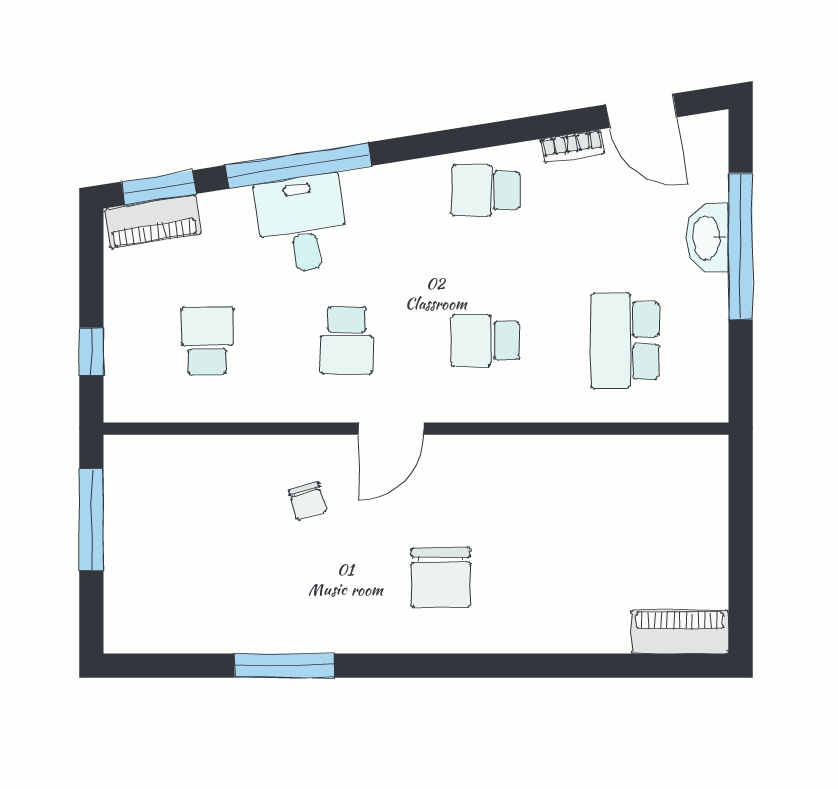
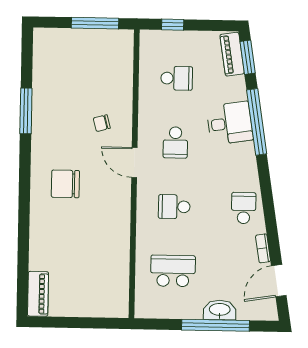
school desk: (346, 341) -> (175, 142), turned -90
school desk: (486, 341) -> (174, 207), turned -90

